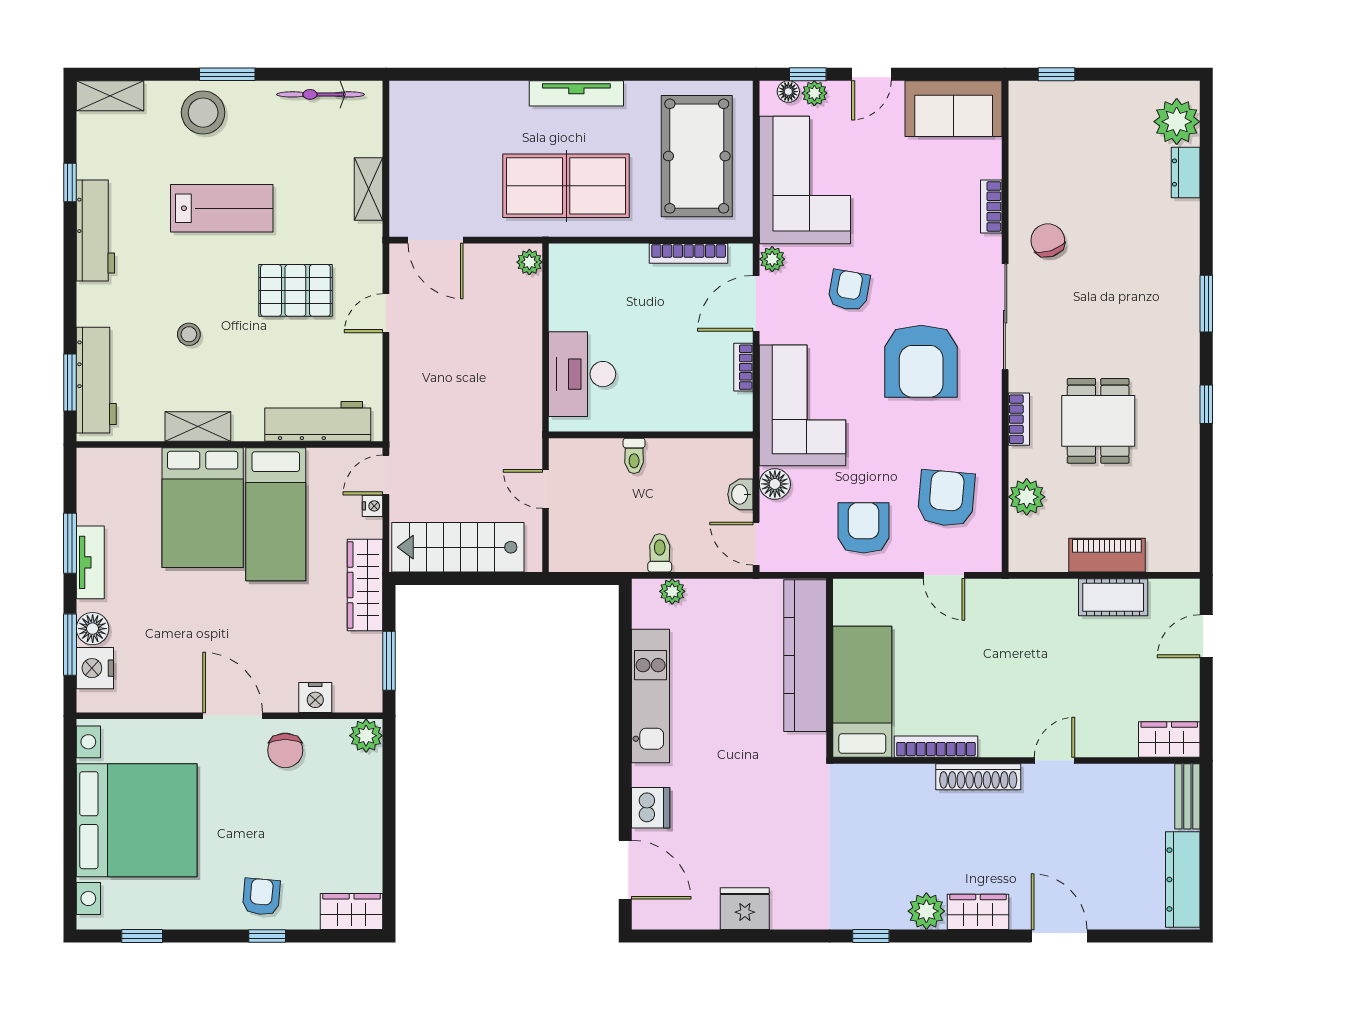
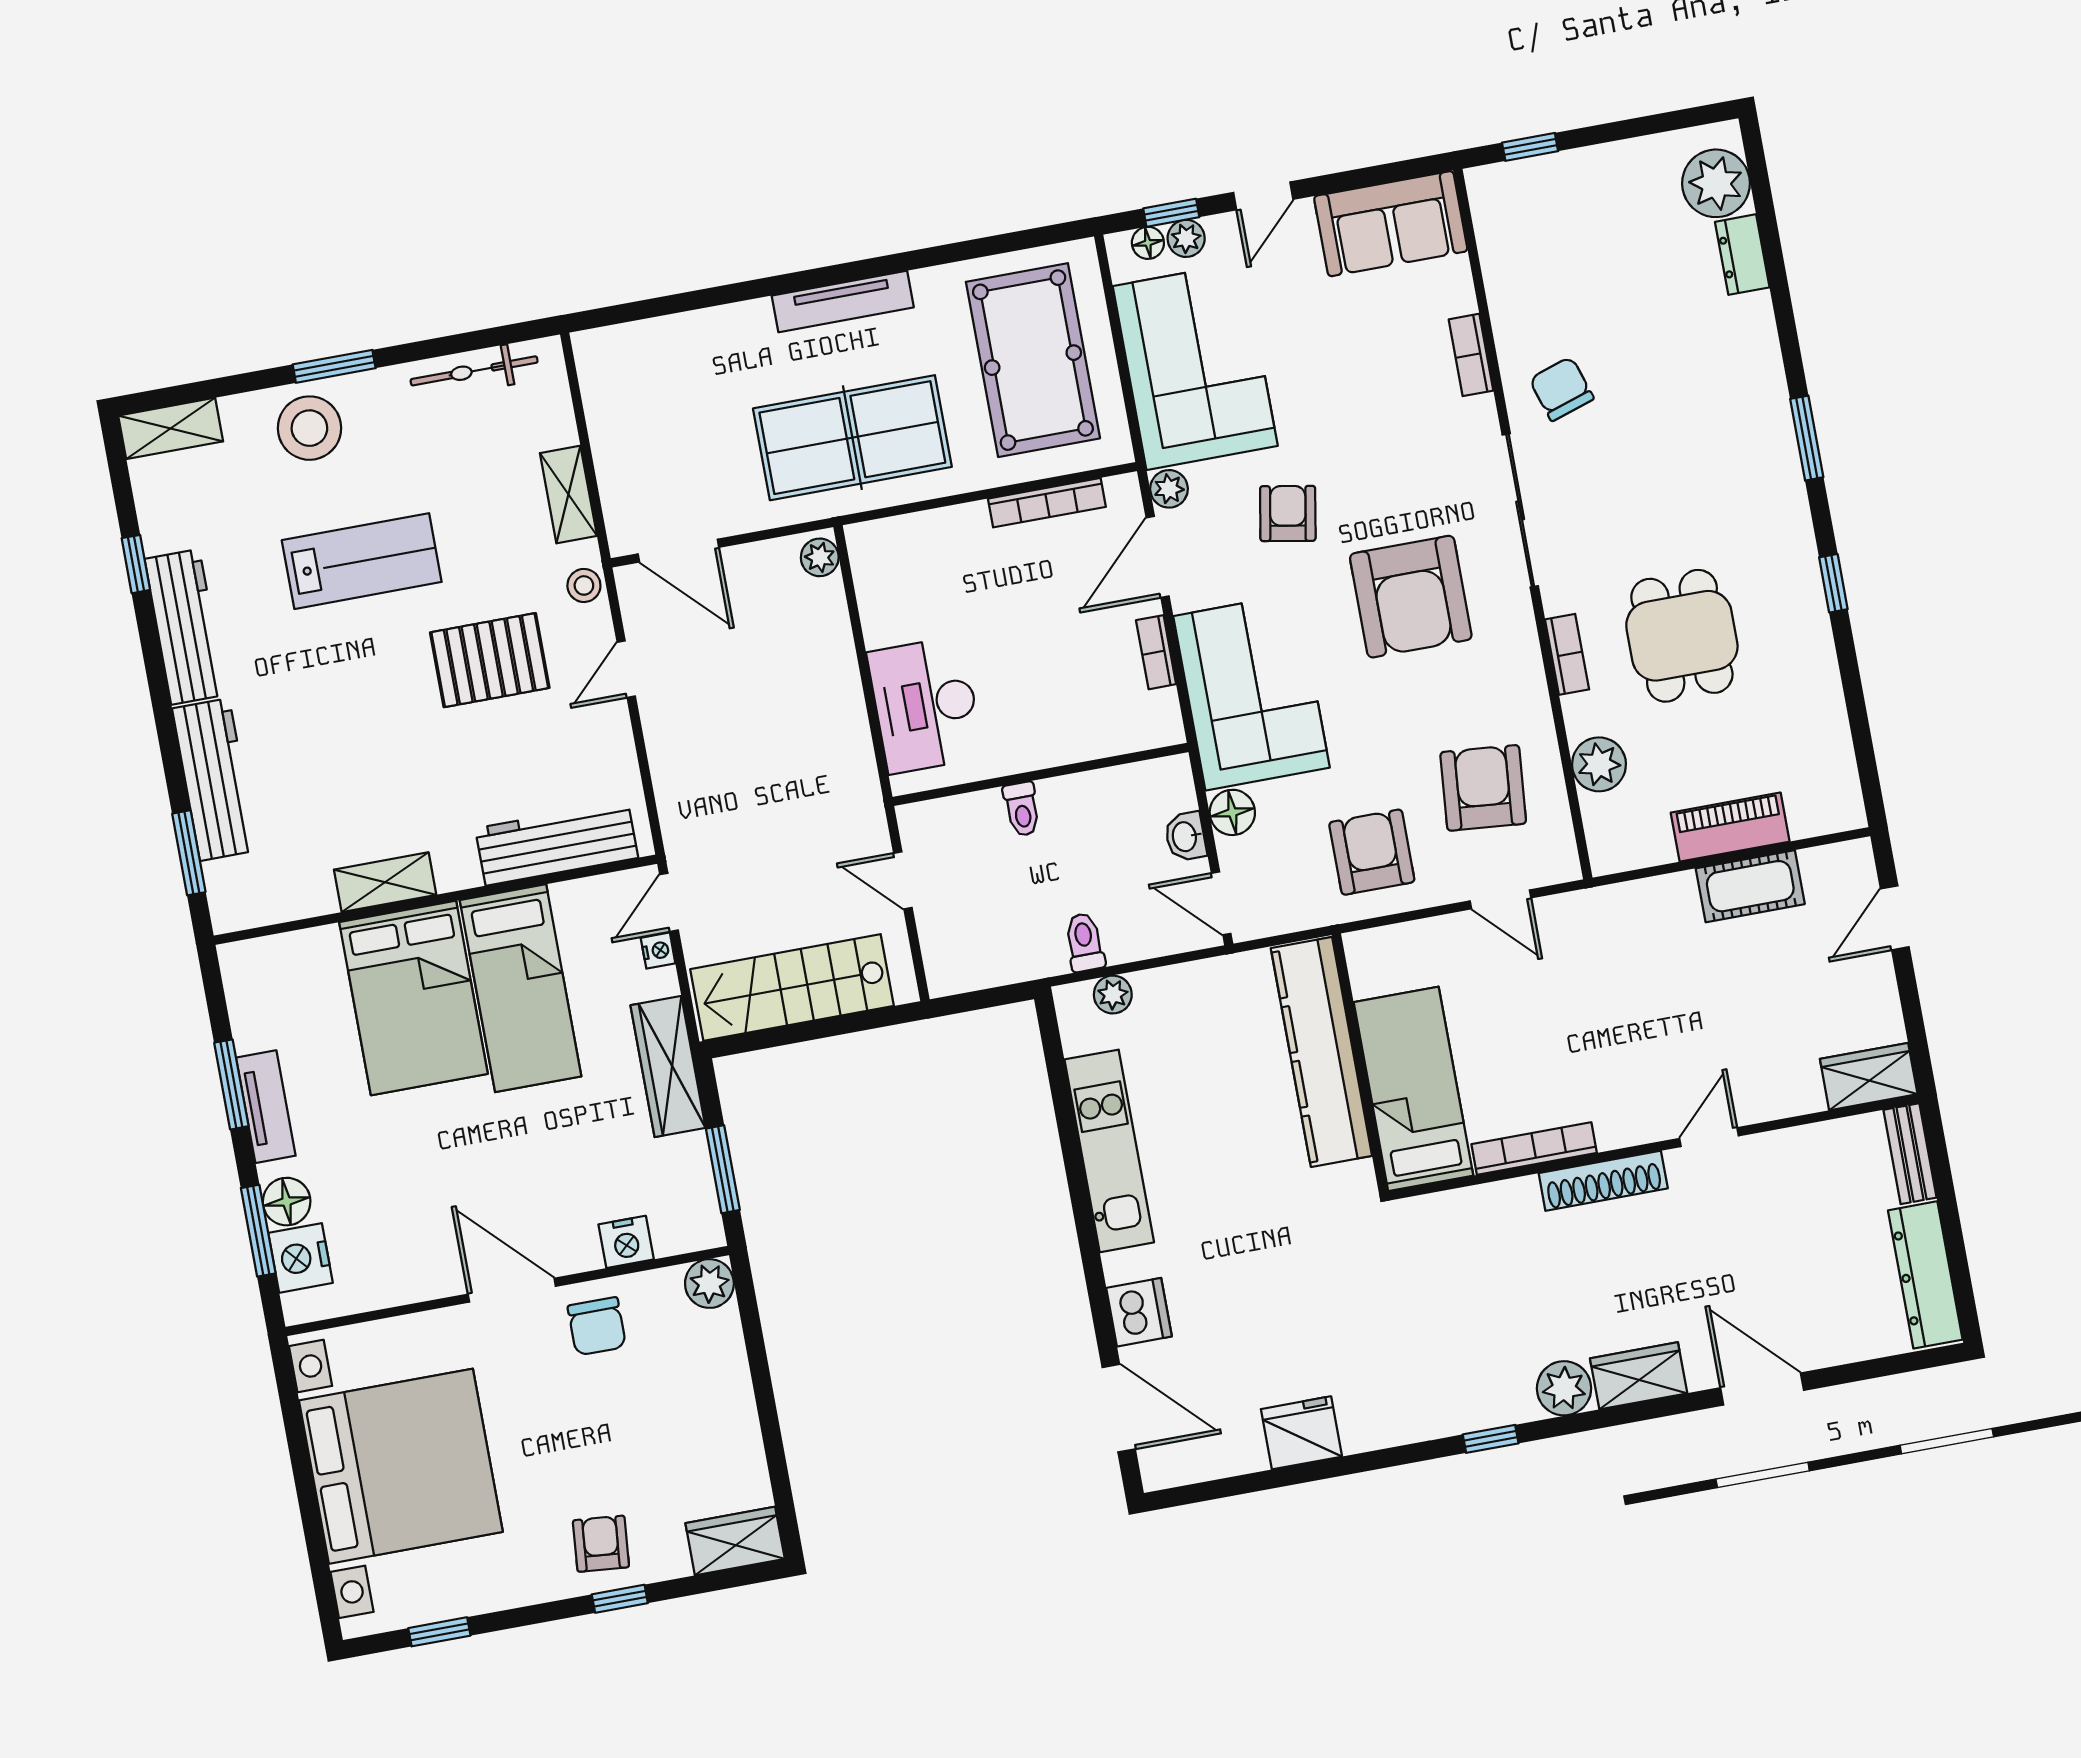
stool: (189, 334) -> (584, 585), moved
workbench: (96, 380) -> (215, 780), moved

